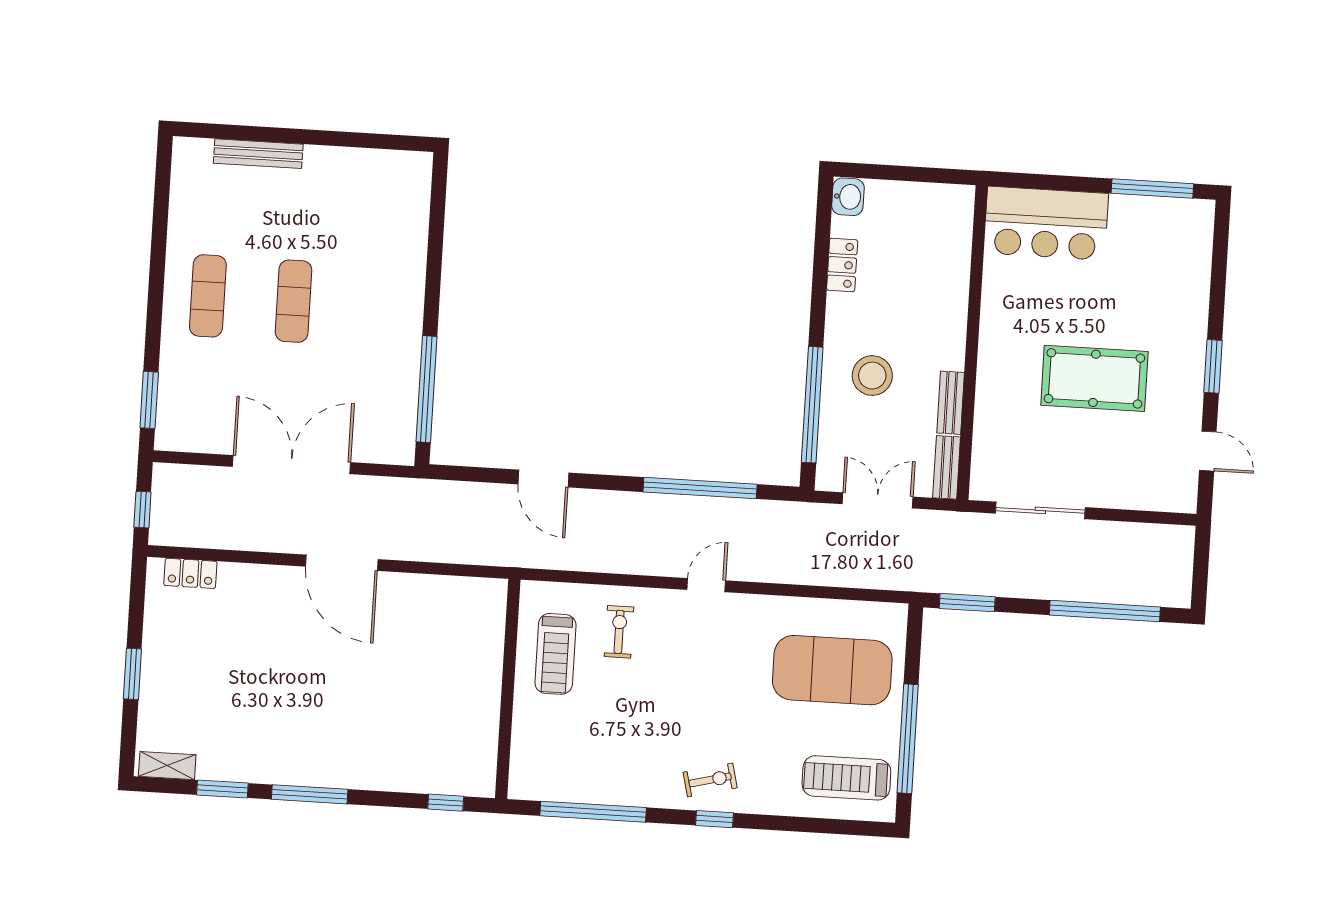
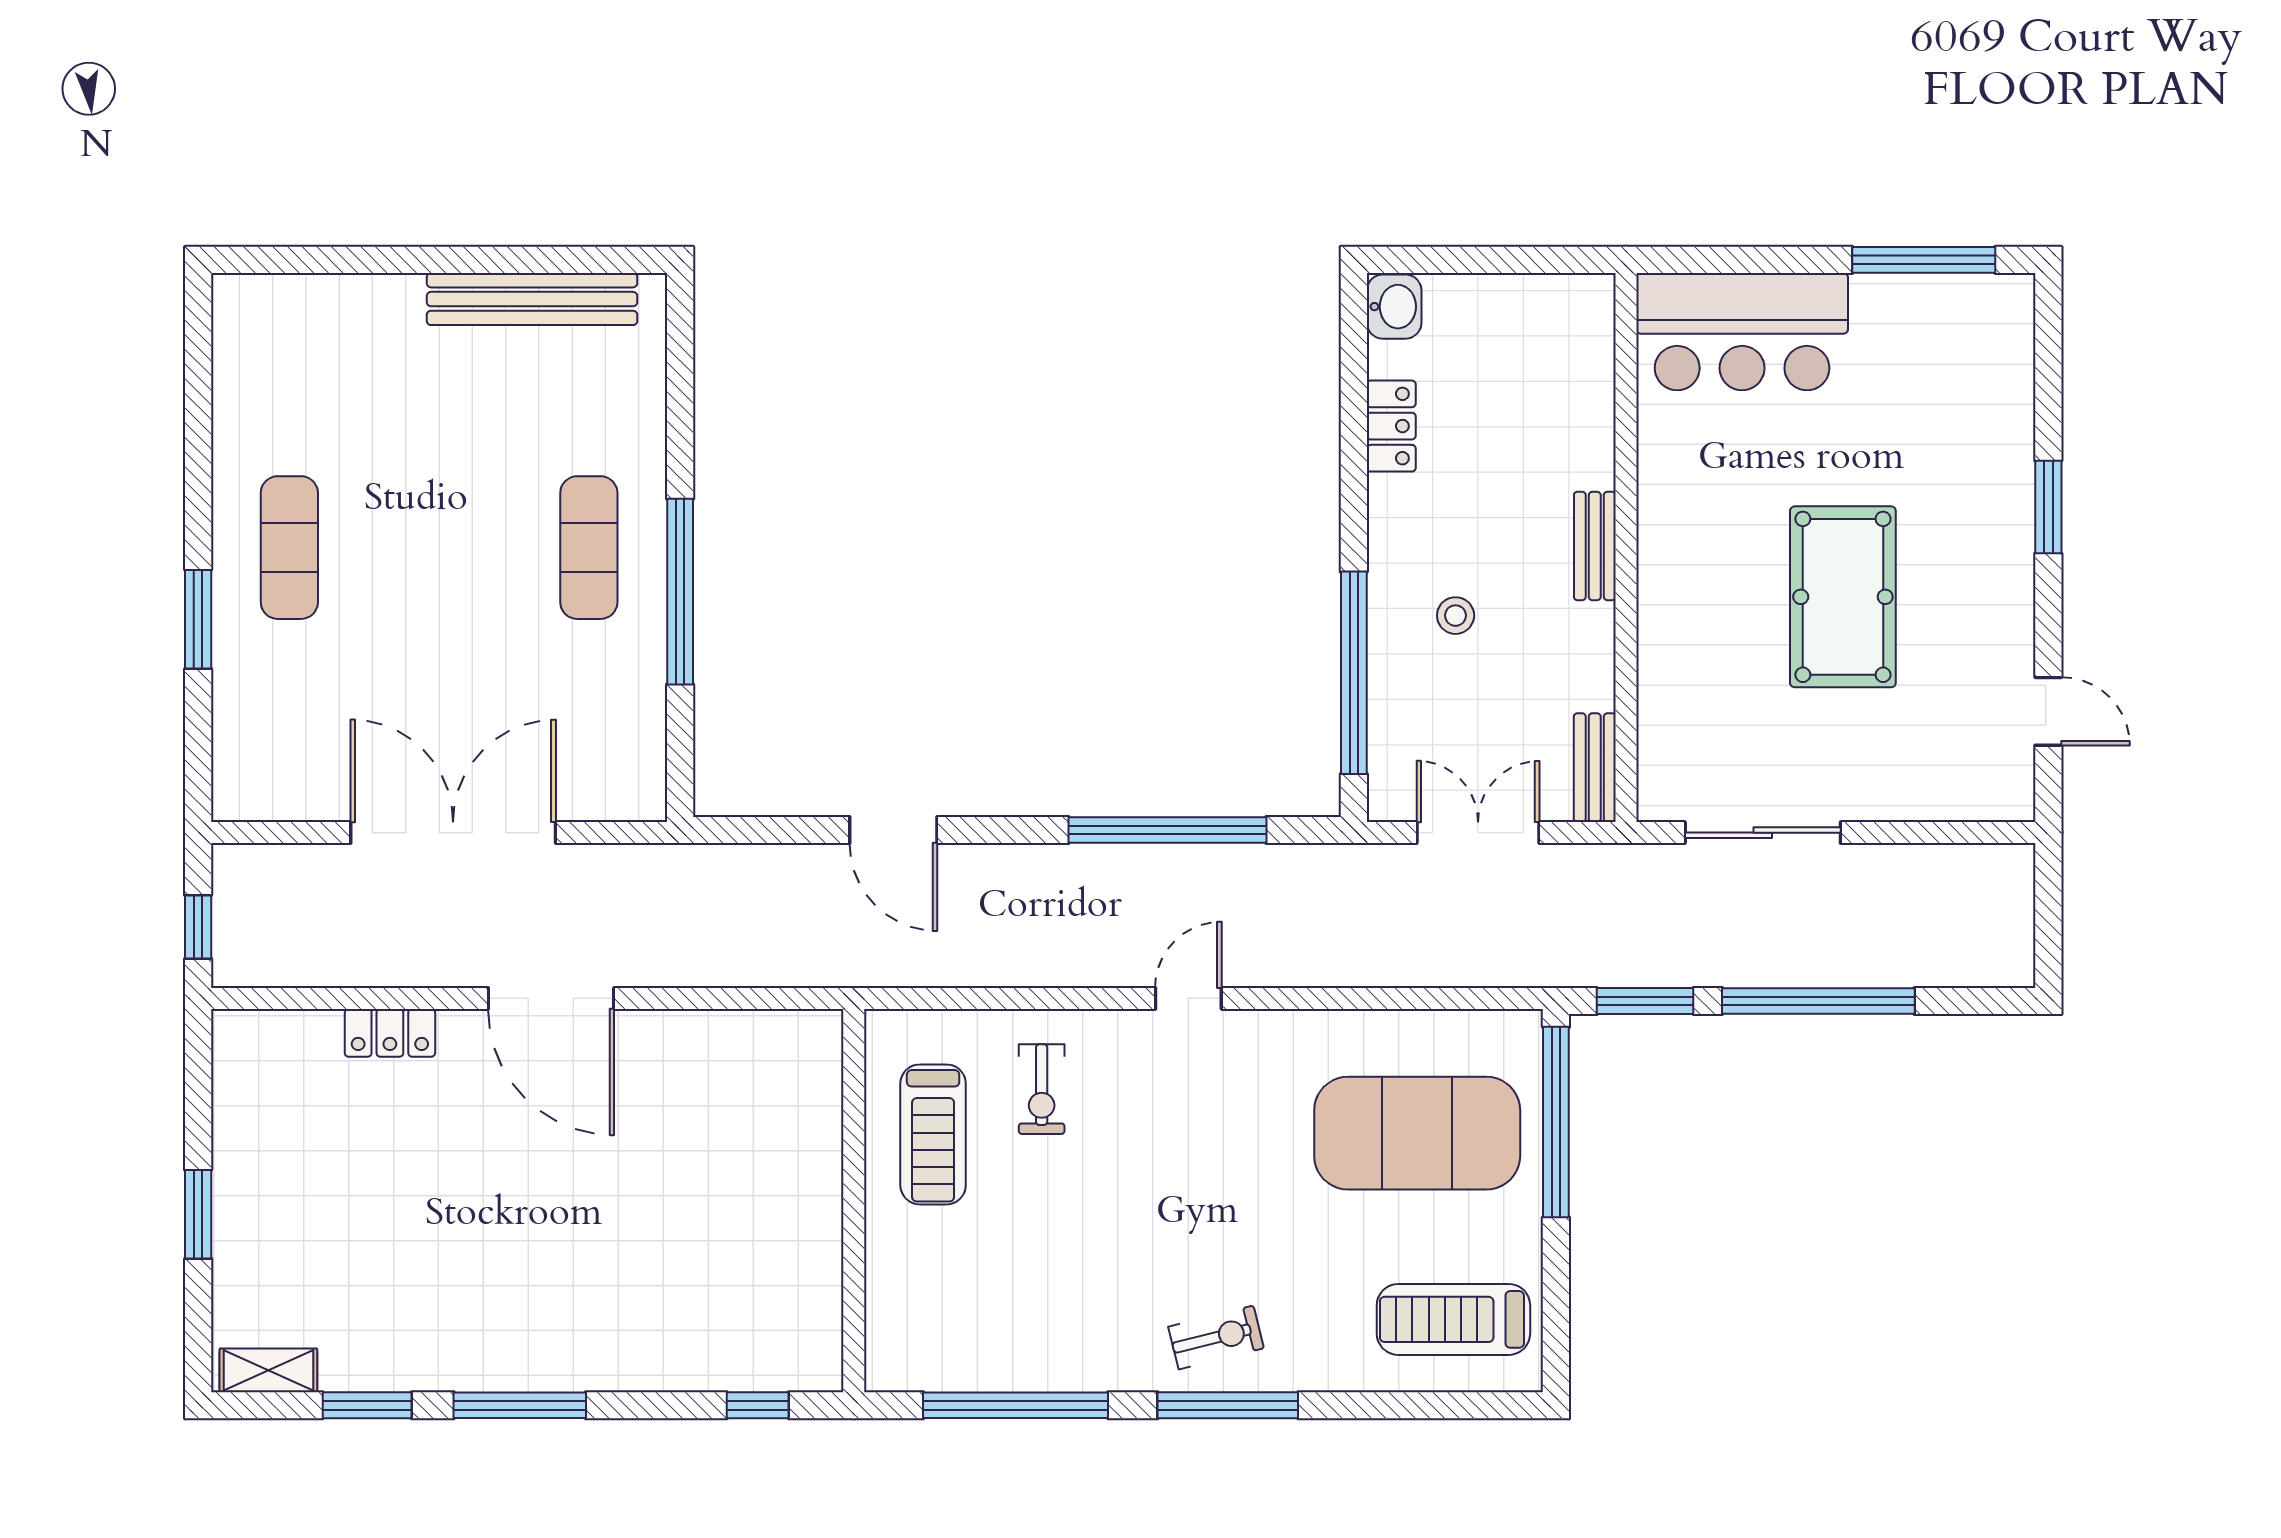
bench: (258, 154) -> (532, 299), moved, width x1.37, depth x1.21
exercise mat: (294, 301) -> (589, 548), moved
window: (1213, 366) -> (2048, 507), moved
stool: (872, 376) -> (1456, 616), width x0.53, depth x0.53
pool table: (1094, 378) -> (1843, 597), turned 90
window: (426, 389) -> (680, 592), moved
window: (149, 400) -> (198, 619), moved
bench: (951, 403) -> (1595, 546), moved
locker: (190, 573) -> (390, 1033), moved
window: (1105, 611) -> (1818, 1001), moved
exercise bike: (619, 632) -> (1042, 1089), turned 180
window: (908, 739) -> (1556, 1122), moved
window: (714, 819) -> (1228, 1405), width x2.17

